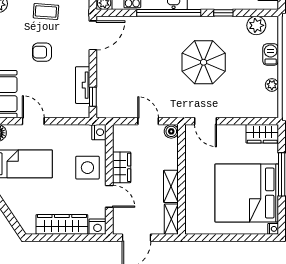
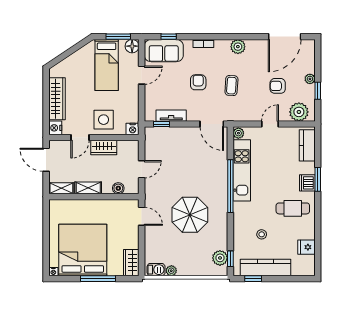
window: (223, 13) -> (230, 259), moved
barbecue: (271, 55) -> (156, 270), moved
door: (205, 121) -> (142, 216), swing flipped
boiler: (171, 131) -> (118, 188), moved

